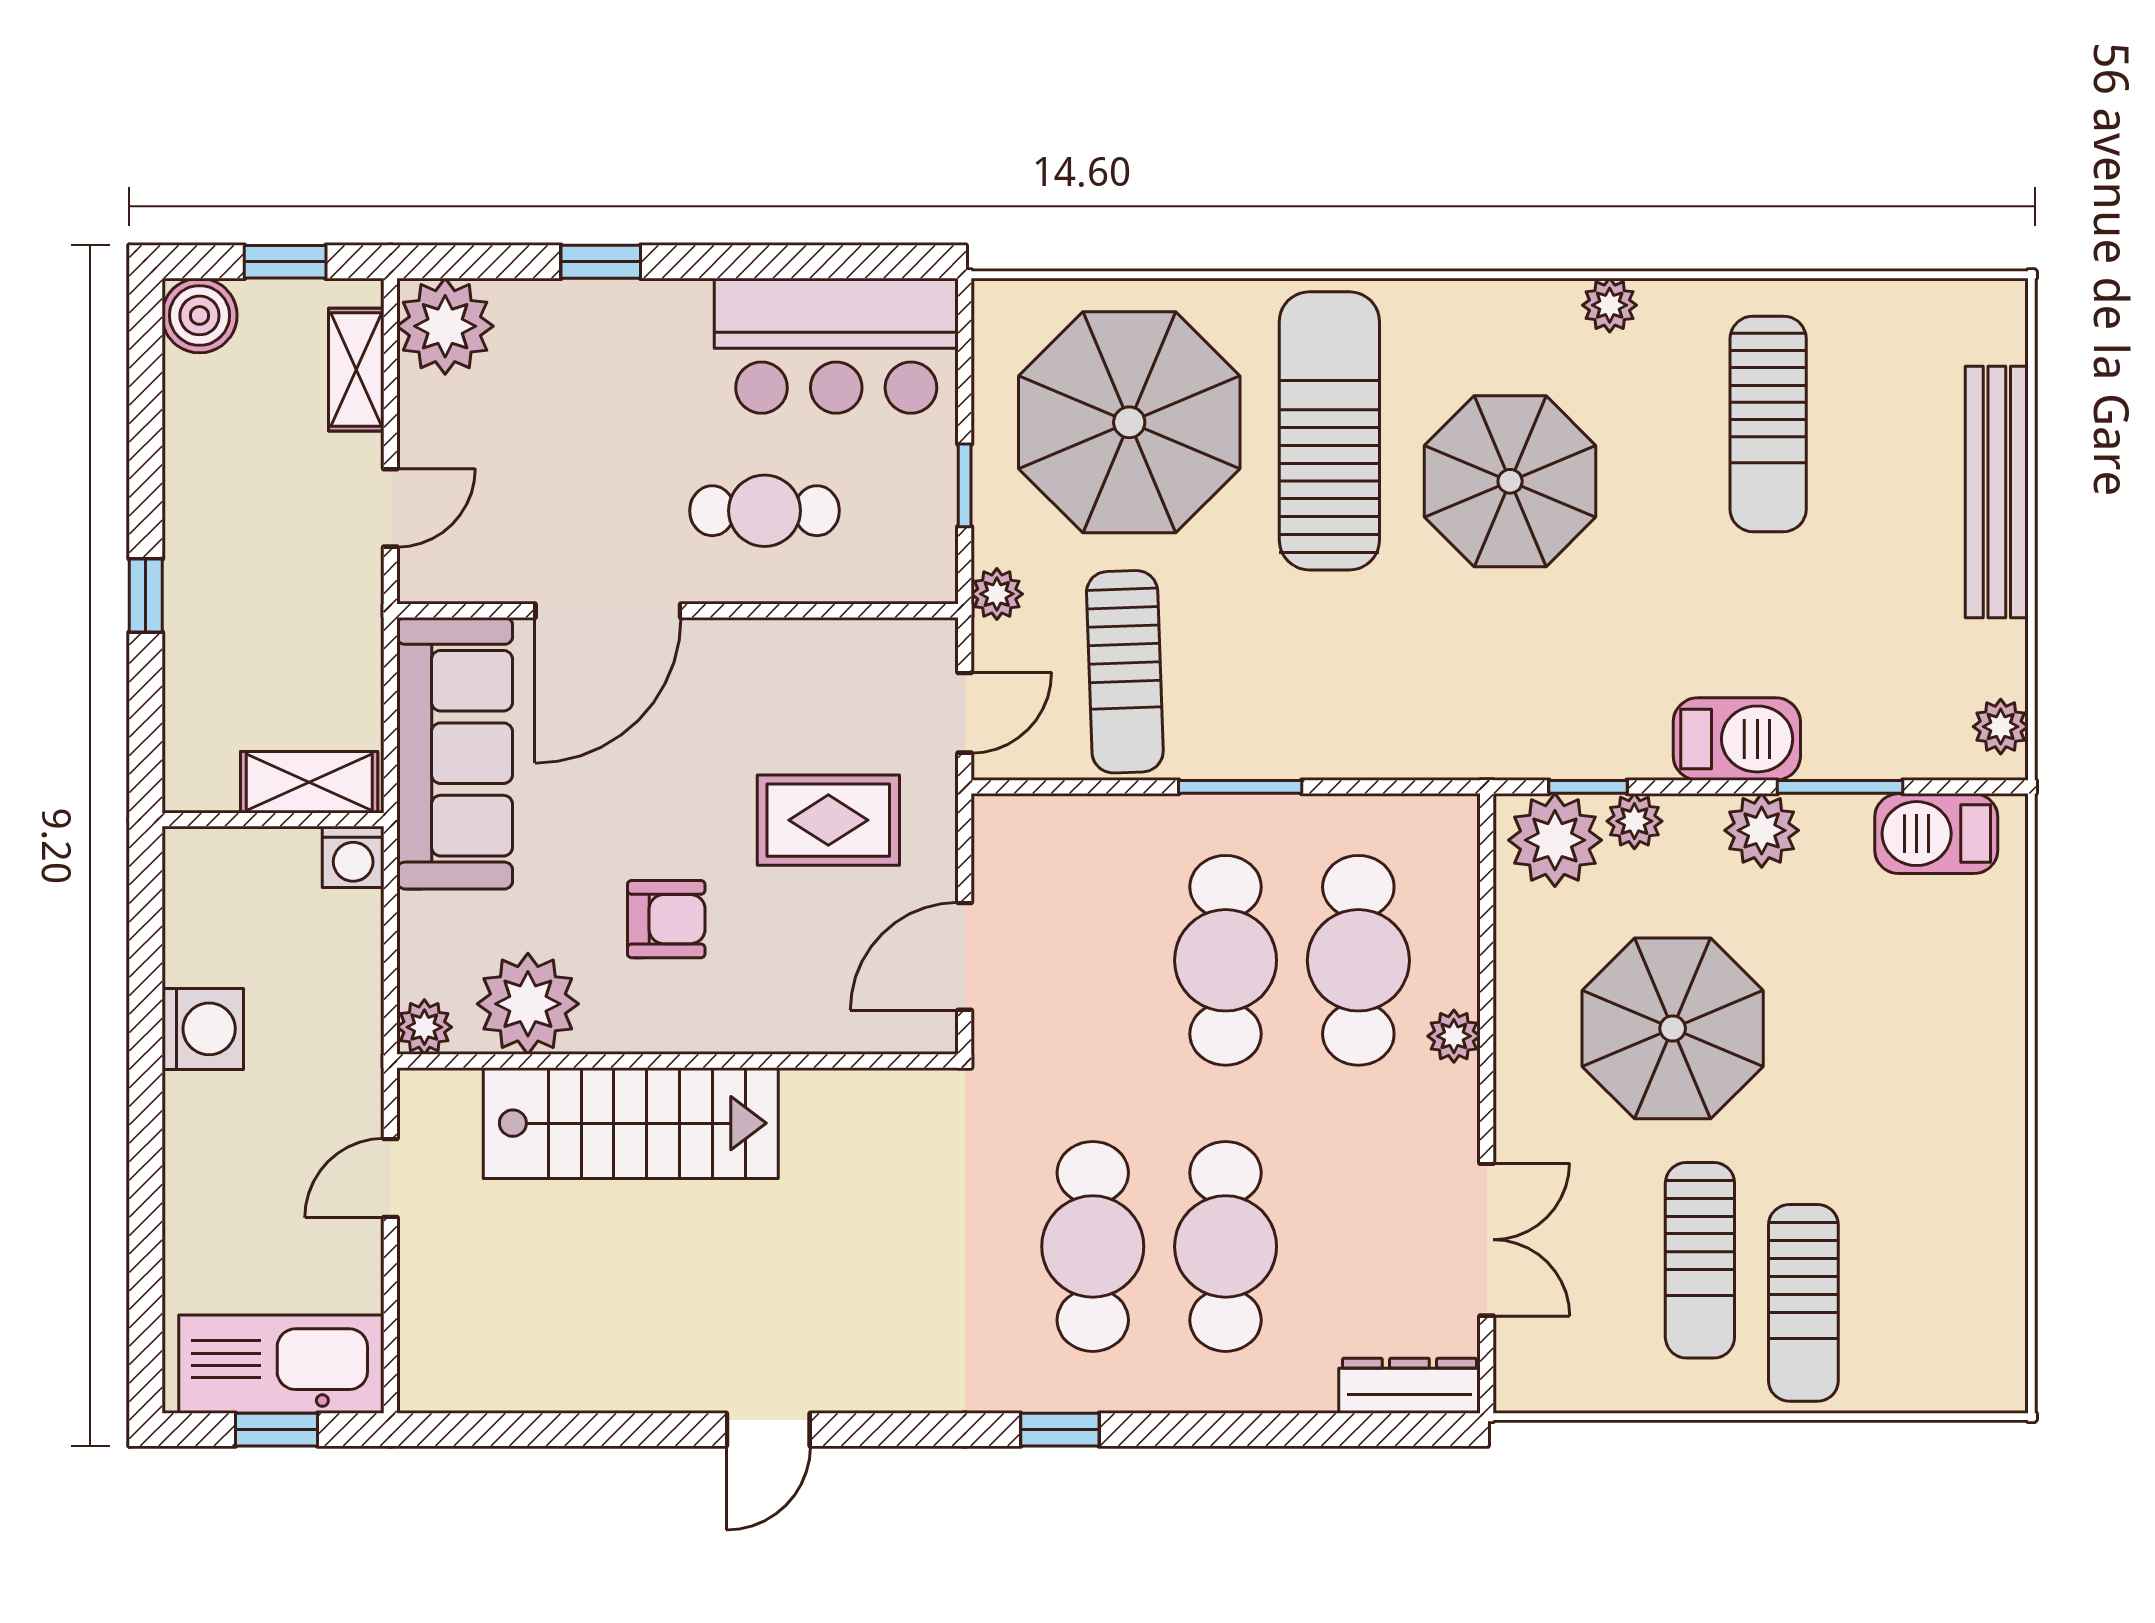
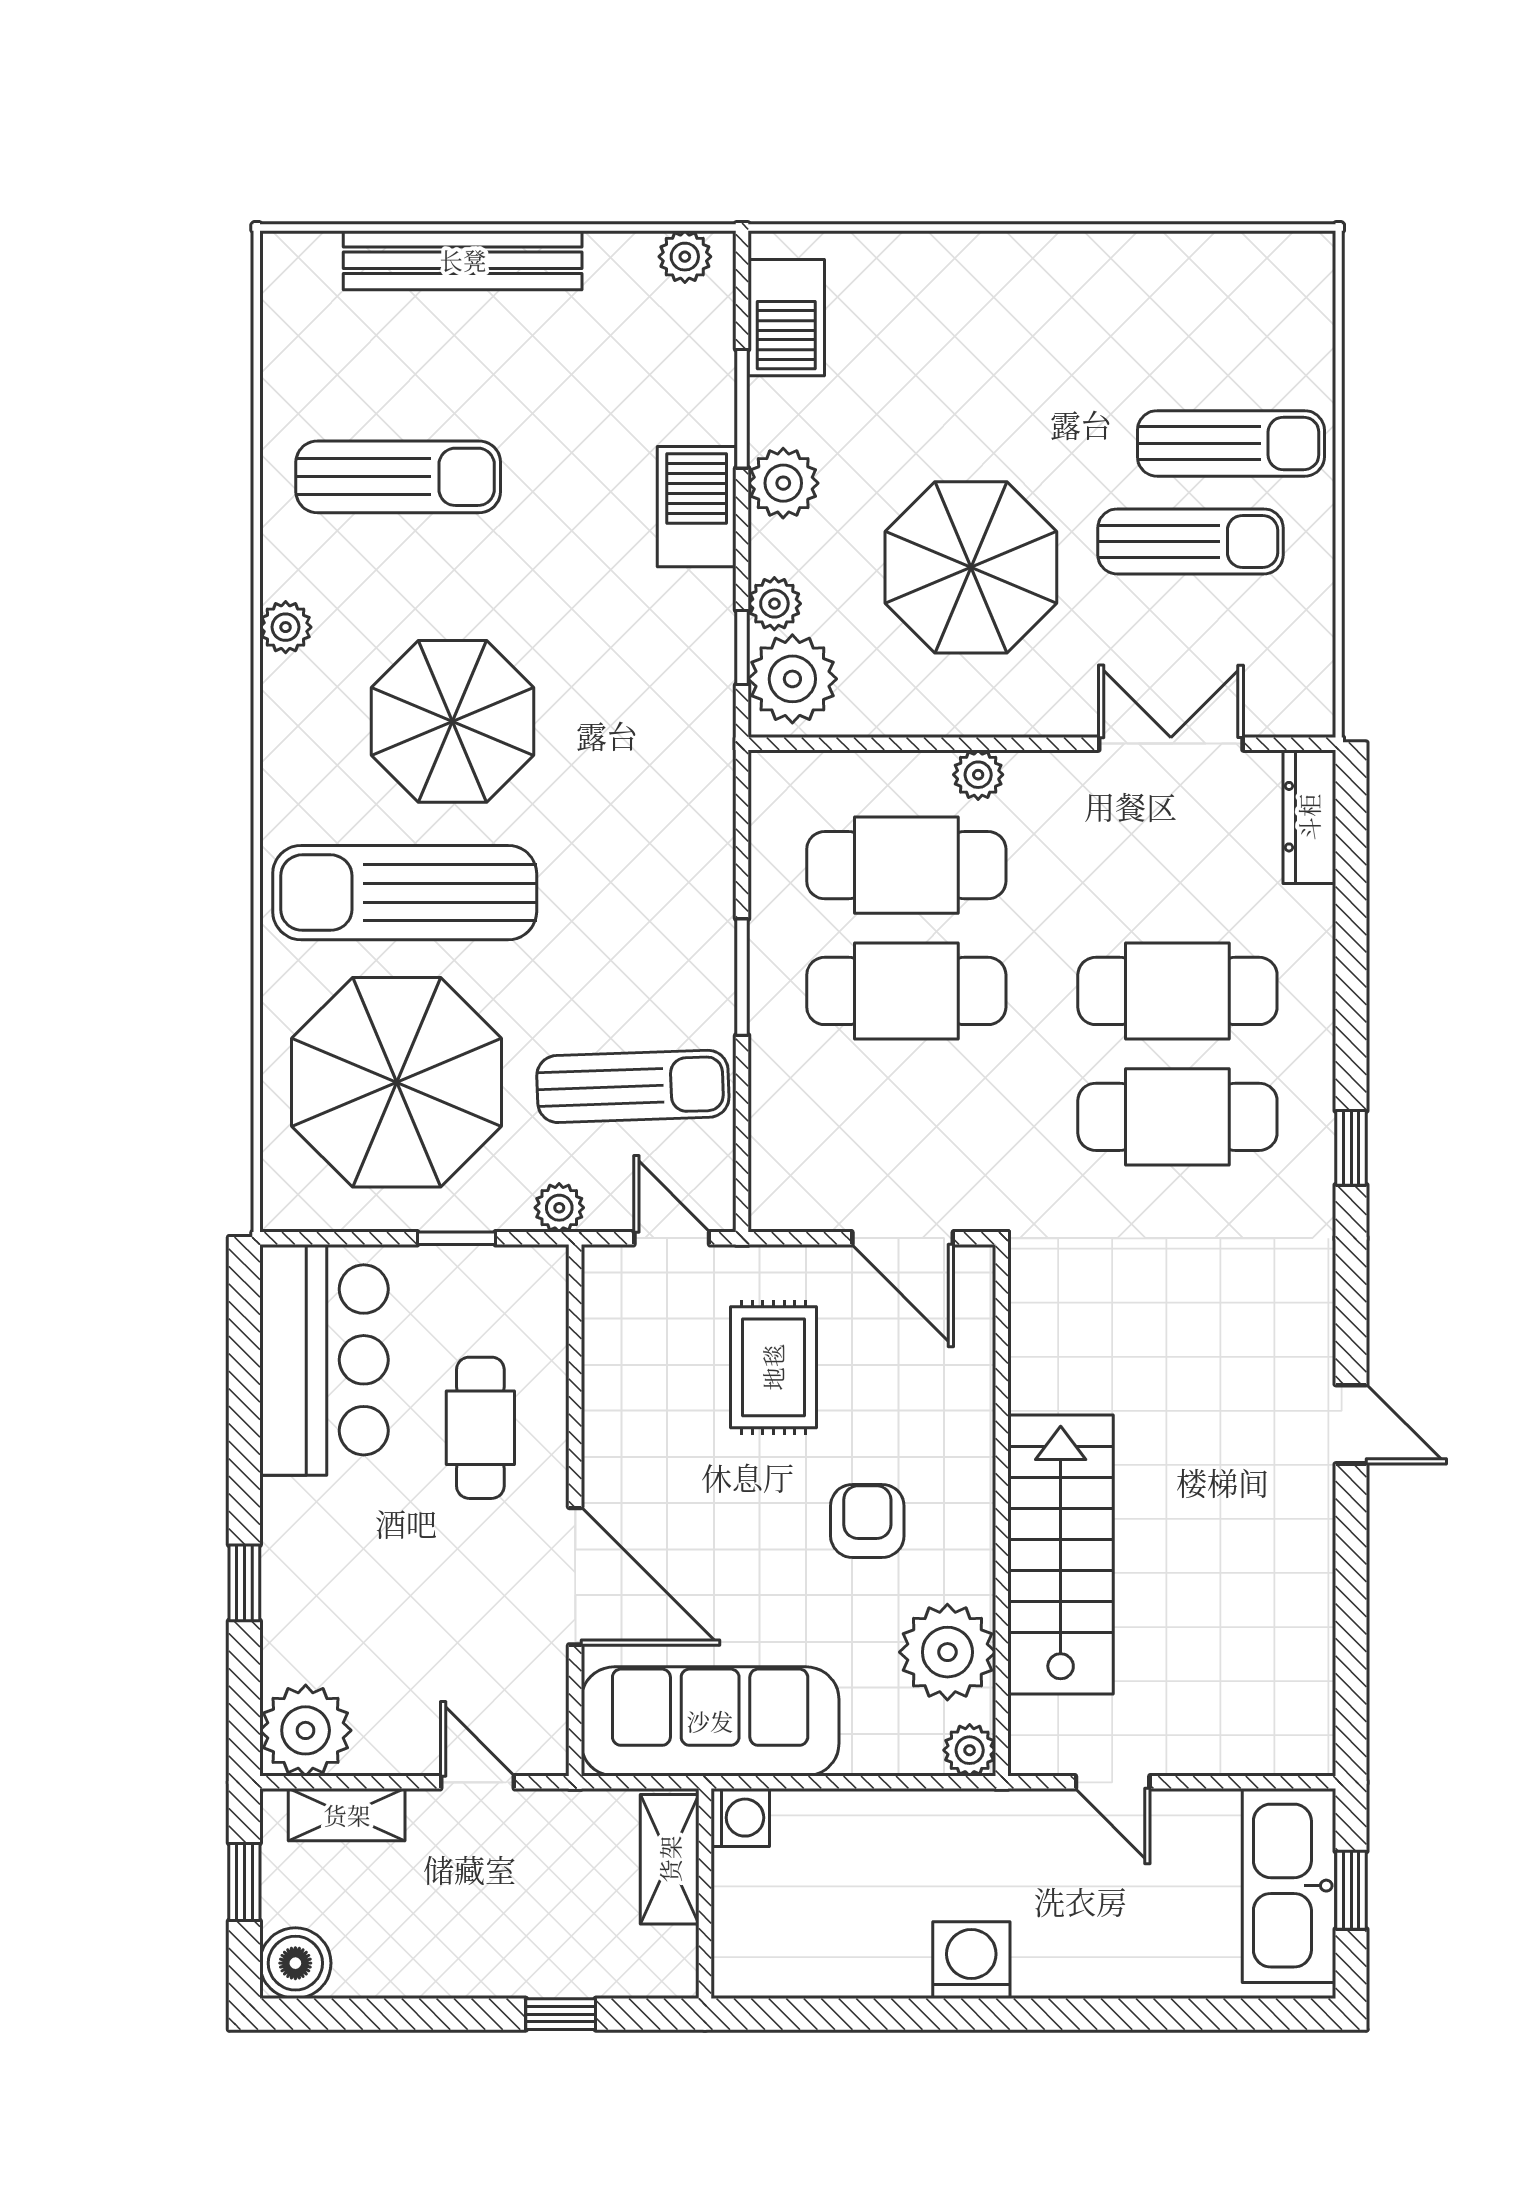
shelving: (309, 782) -> (670, 1859), moved
wall: (273, 820) -> (705, 1894), moved
washing machine: (353, 857) -> (740, 1818), moved

